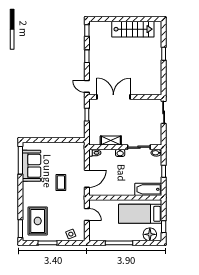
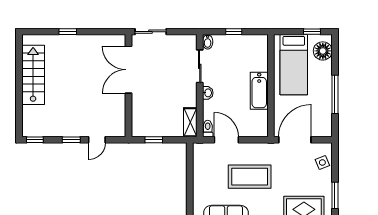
door: (87, 86) -> (97, 140), moved
double door: (113, 97) -> (129, 70), moved
shelving: (111, 140) -> (190, 122), moved
door: (87, 179) -> (226, 140), moved
coffee table: (61, 183) -> (250, 177), width x1.86, depth x1.72
bathtub: (148, 189) -> (259, 91), moved
door: (87, 215) -> (295, 140), width x1.88

